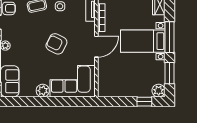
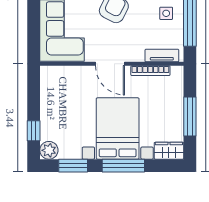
bed with nightstands: (143, 41) -> (118, 128), width x1.36

